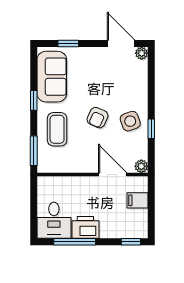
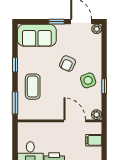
window: (68, 44) -> (57, 22), moved
sofa: (52, 77) -> (37, 35), moved, turned 90
armchair: (98, 118) -> (68, 63), moved

